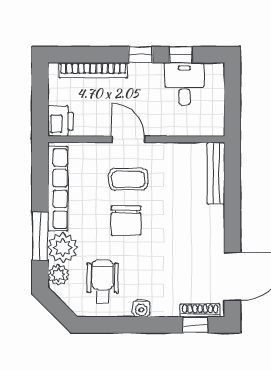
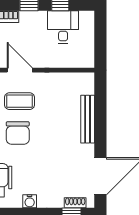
bench: (216, 173) -> (88, 119), moved
shoe rack: (200, 310) -> (75, 203), width x0.70

